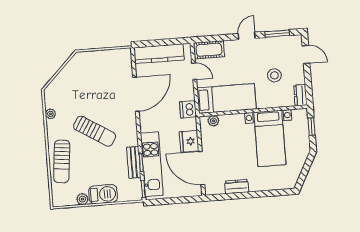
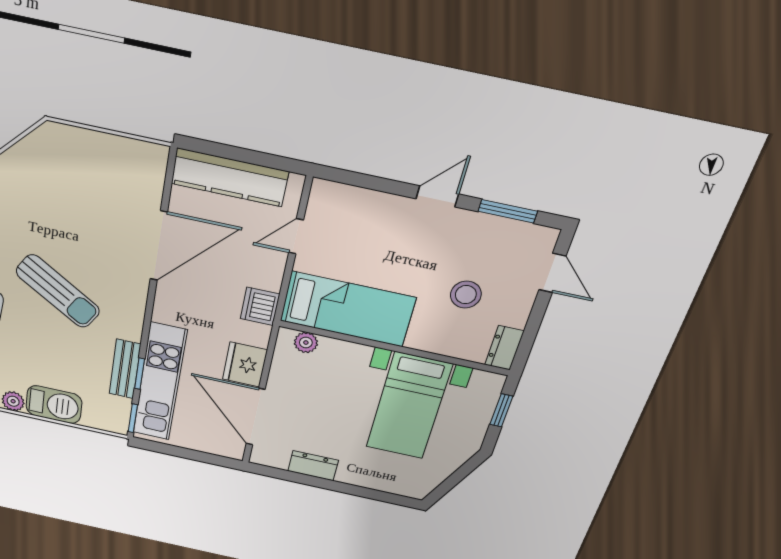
cot: (209, 50) -> (343, 201), removed
door: (194, 71) -> (296, 236), swing flipped

